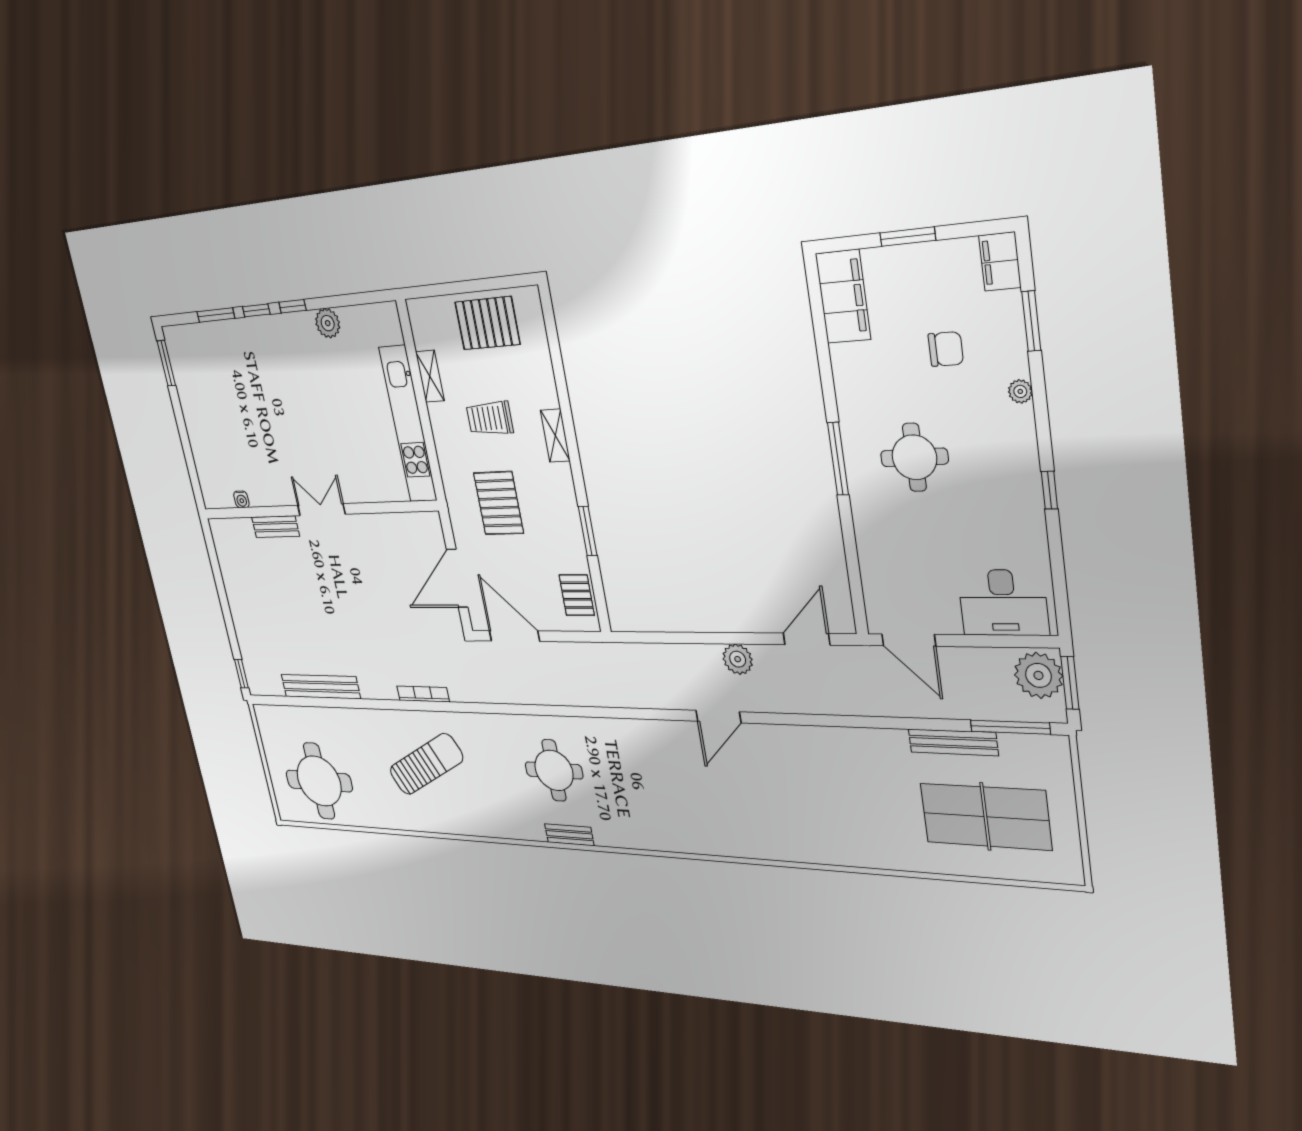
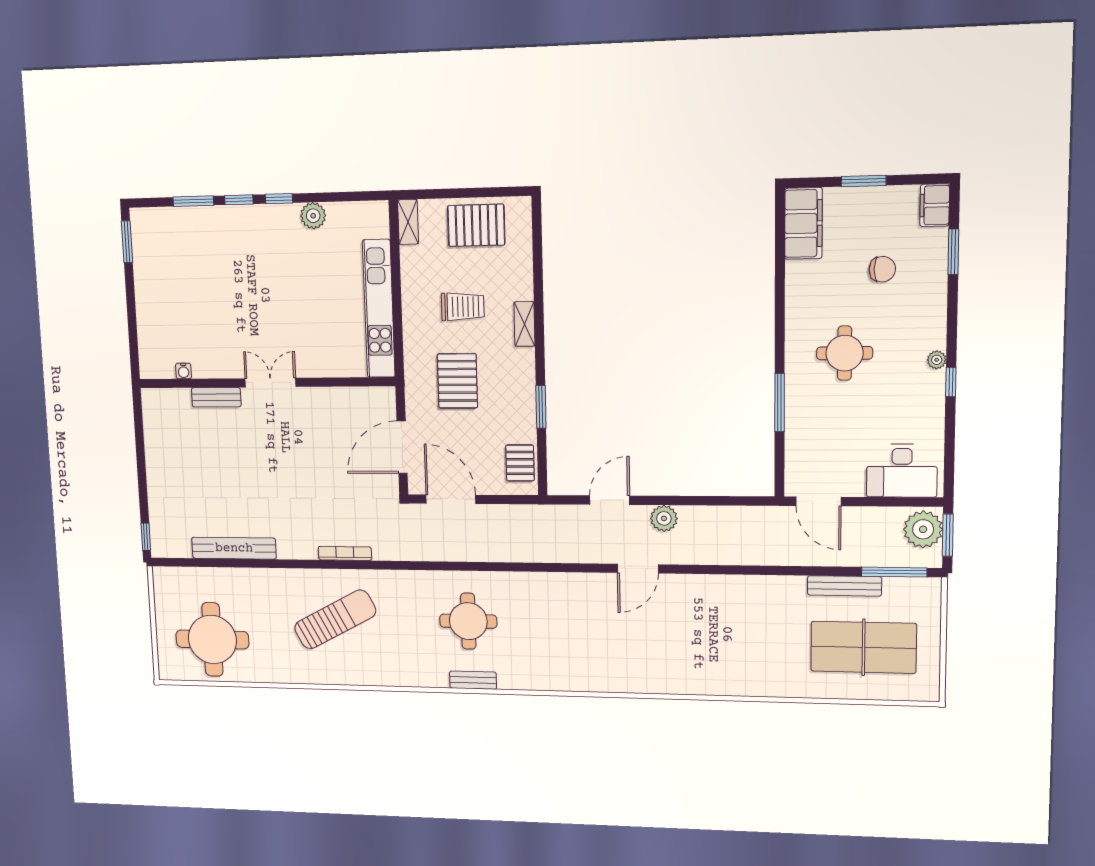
shelving: (430, 376) -> (408, 222), moved
plant: (1020, 391) -> (937, 360), moved
trolley: (490, 418) -> (463, 307), turned 180
window: (838, 459) -> (780, 403), moved
door: (807, 639) -> (610, 500), moved

